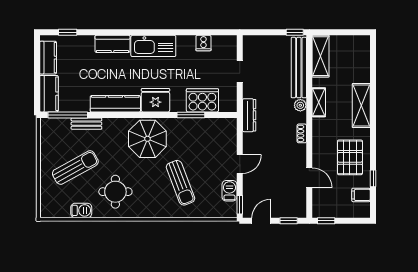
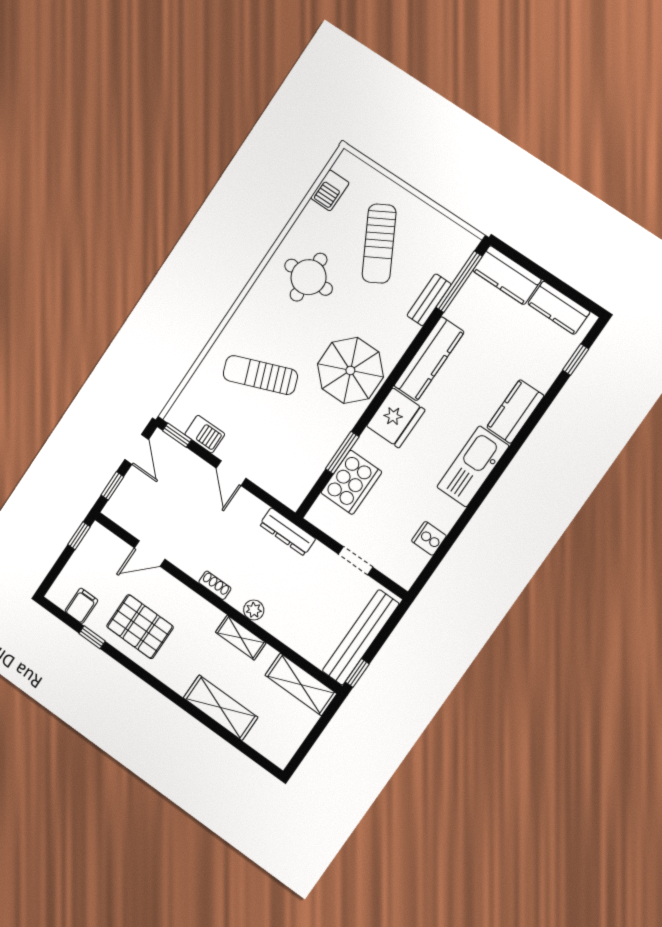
bench: (299, 68) -> (361, 637), moved, turned 90
shelving: (361, 106) -> (221, 708), moved
barbecue: (81, 210) -> (330, 190), moved

